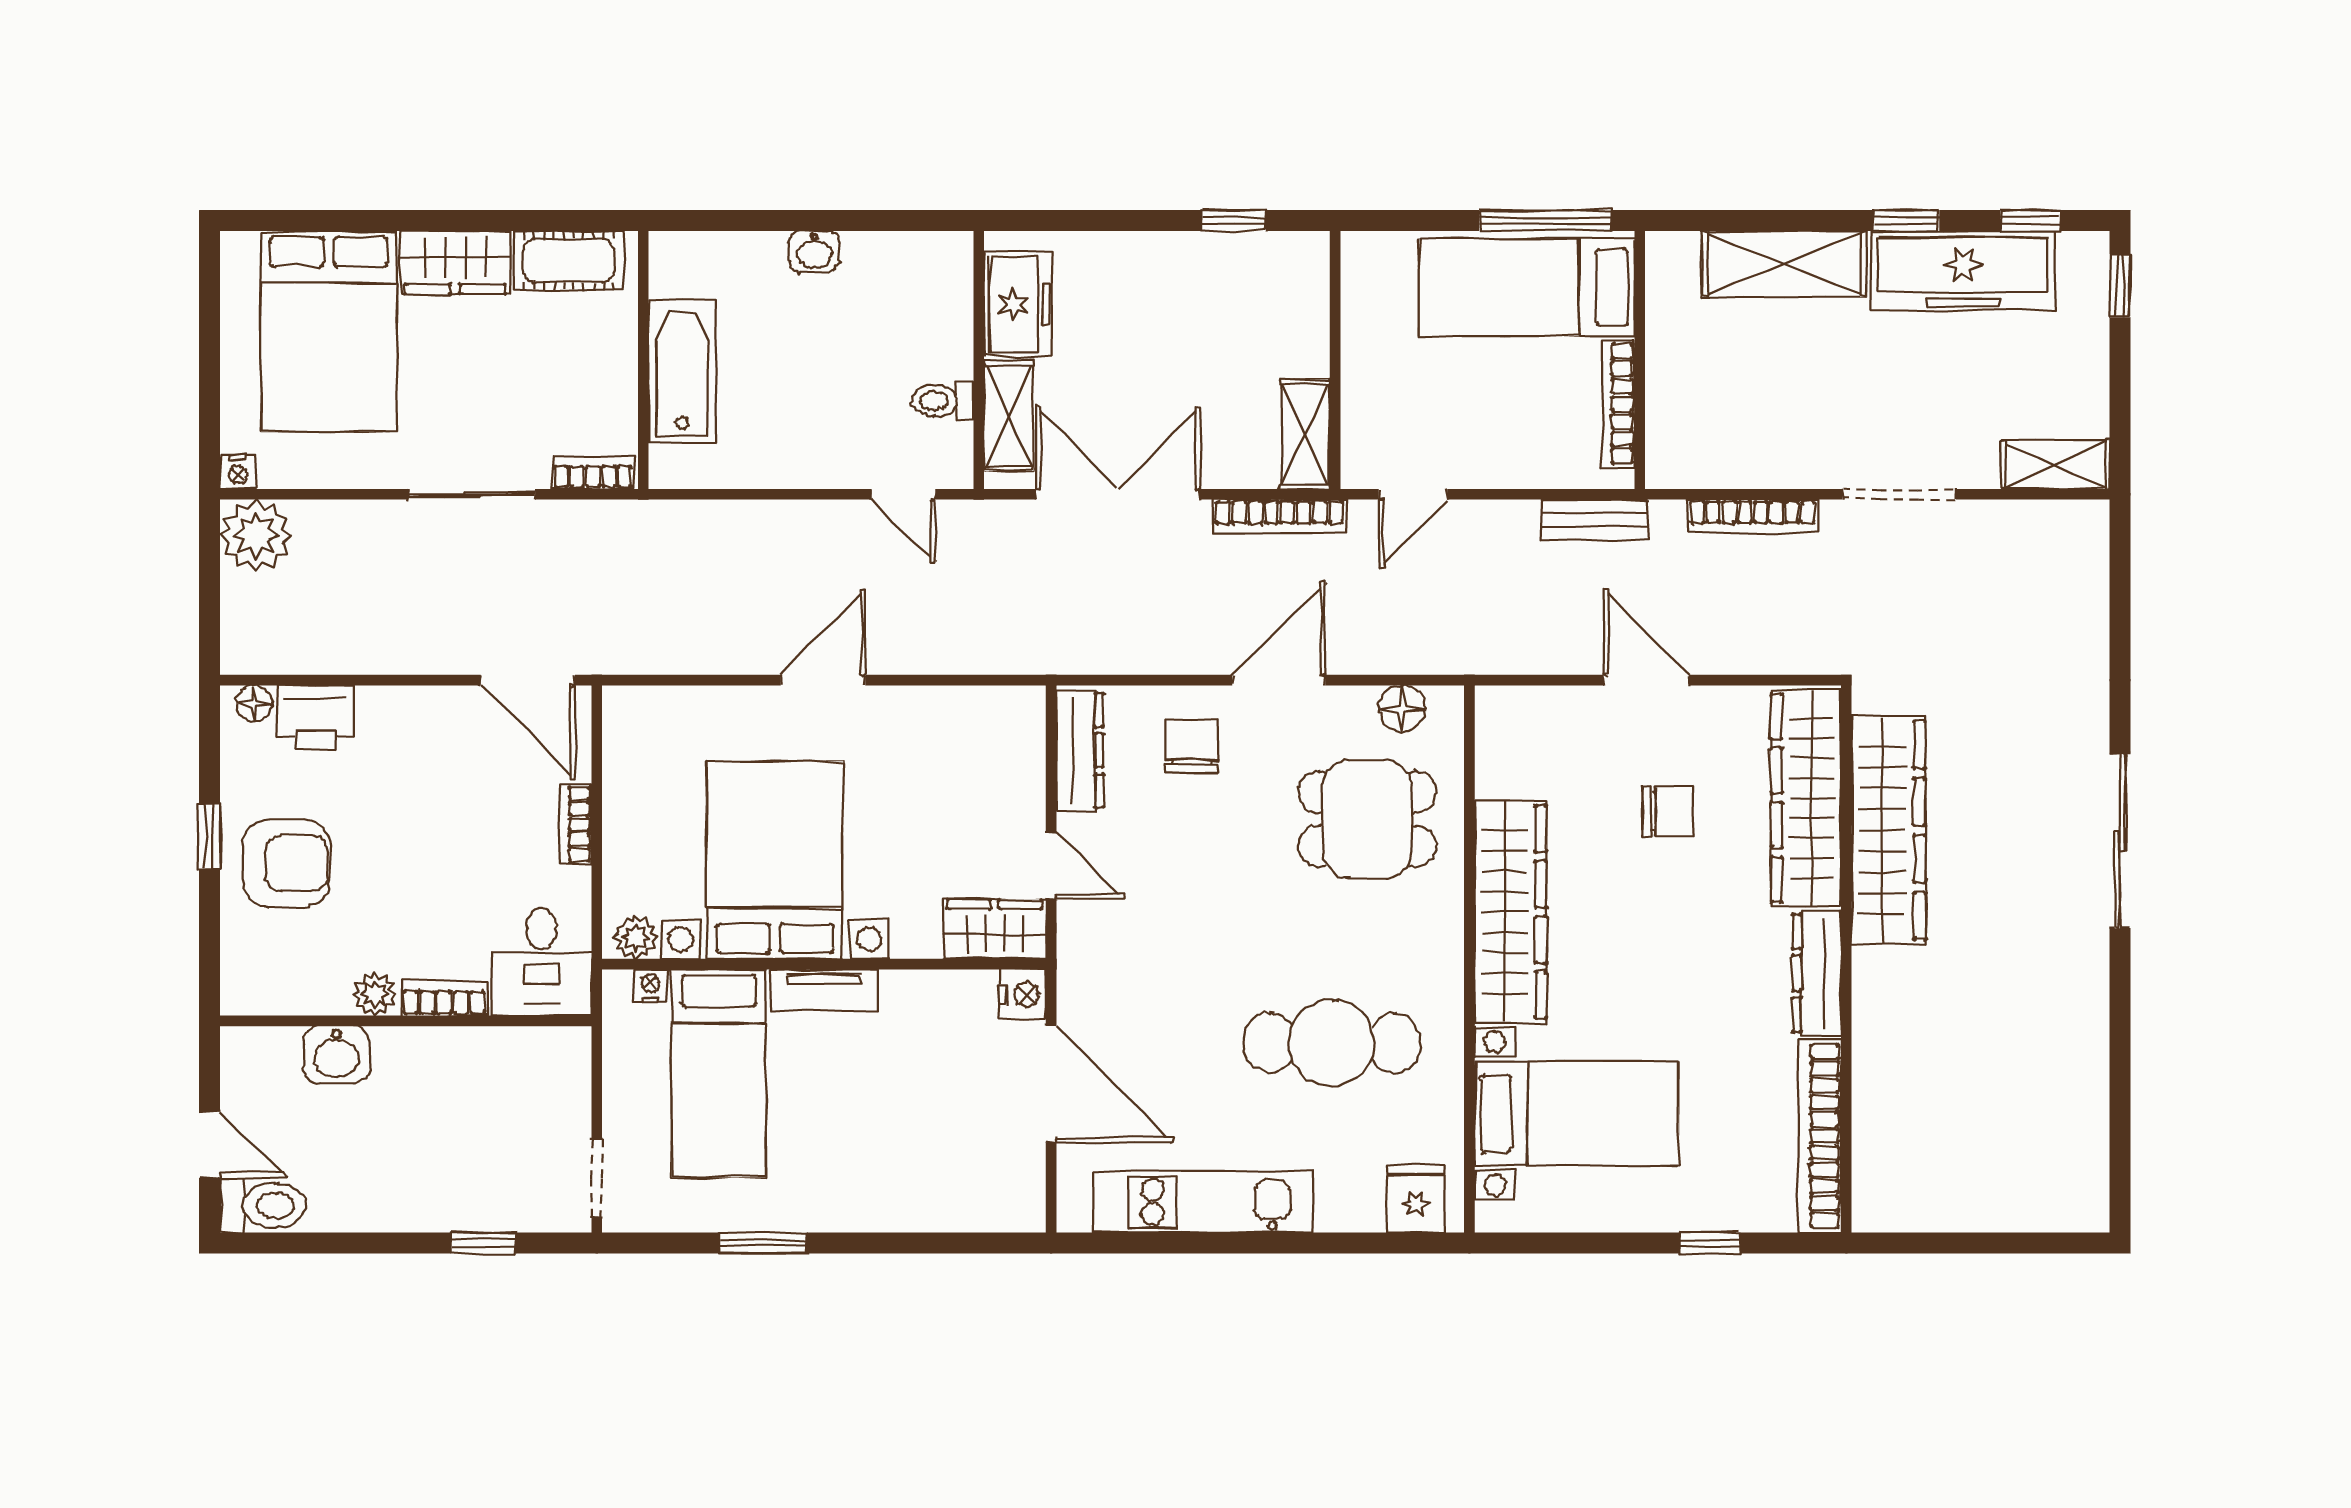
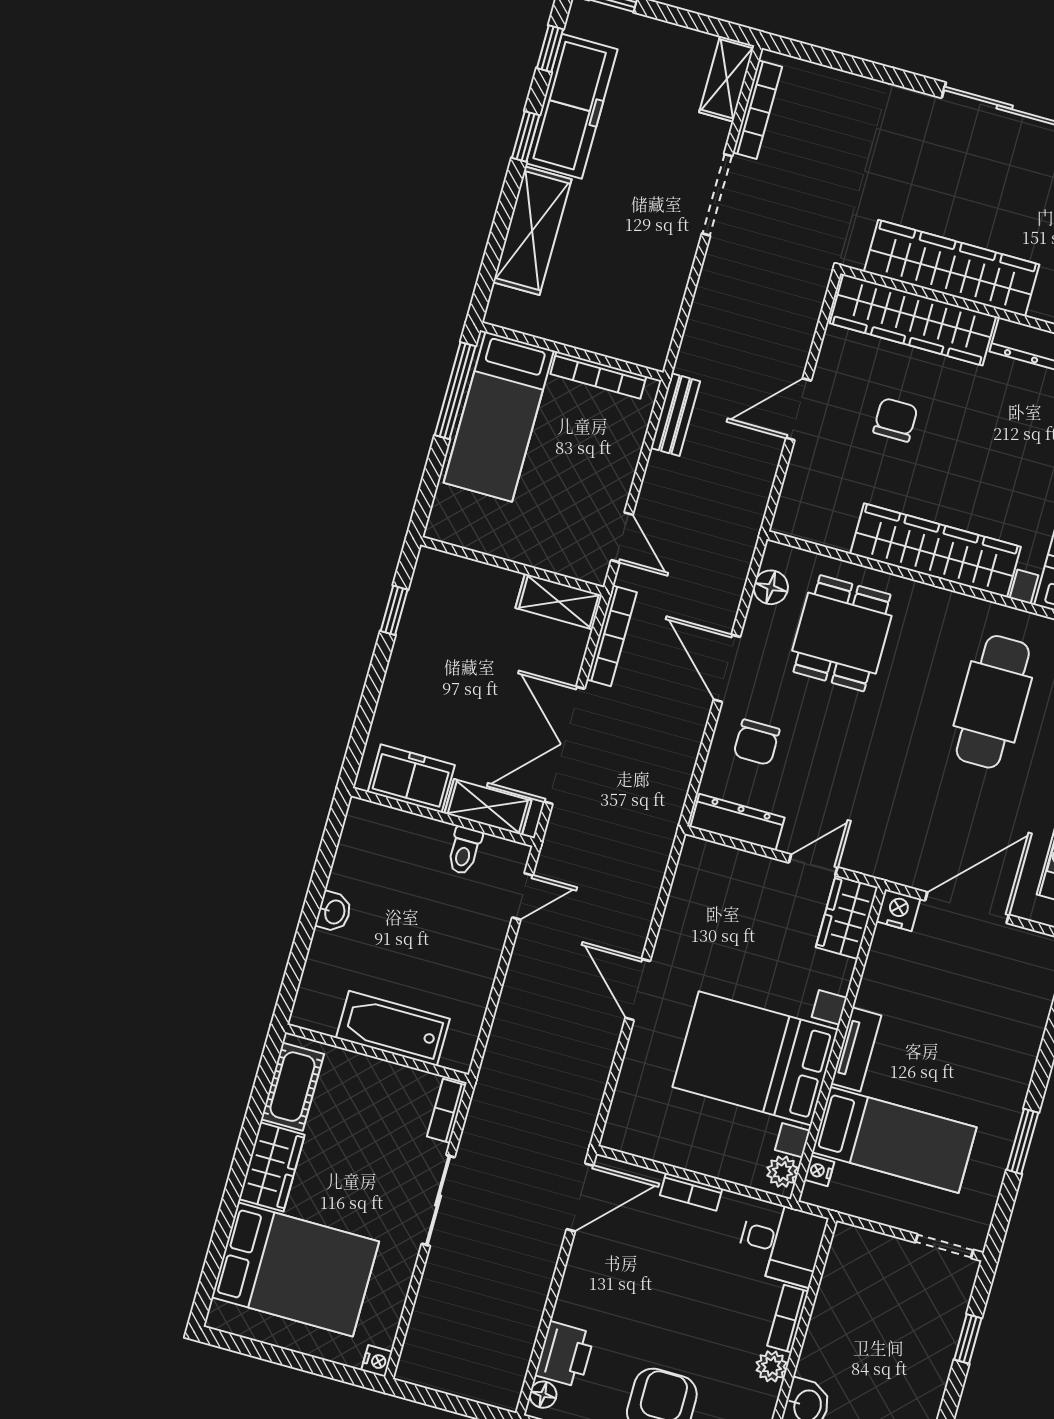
bookcase: (1753, 516) -> (757, 110), moved
plant: (256, 535) -> (425, 1361), removed
chair: (1192, 746) -> (756, 742), turned -90

